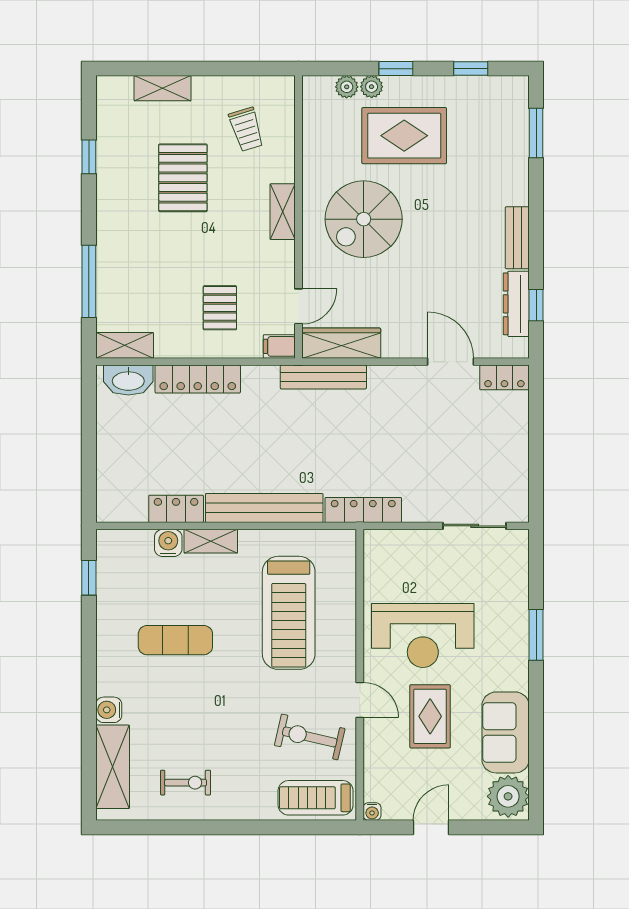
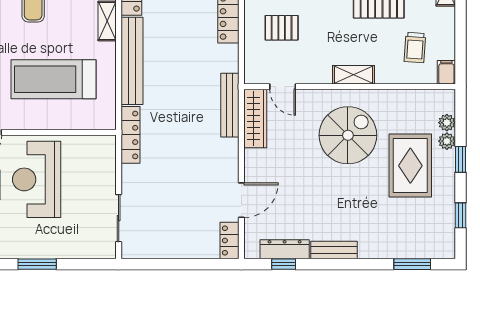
trolley: (246, 129) -> (415, 48), turned -69
spiral stairs: (364, 219) -> (348, 135), turned 90
filing cabinet: (279, 346) -> (446, 72), moved

